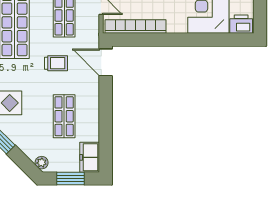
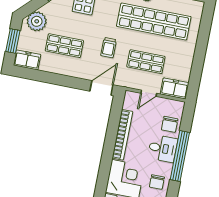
bookcase: (136, 27) -> (122, 135), moved
plant: (42, 163) -> (37, 21), width x1.88, depth x1.88

